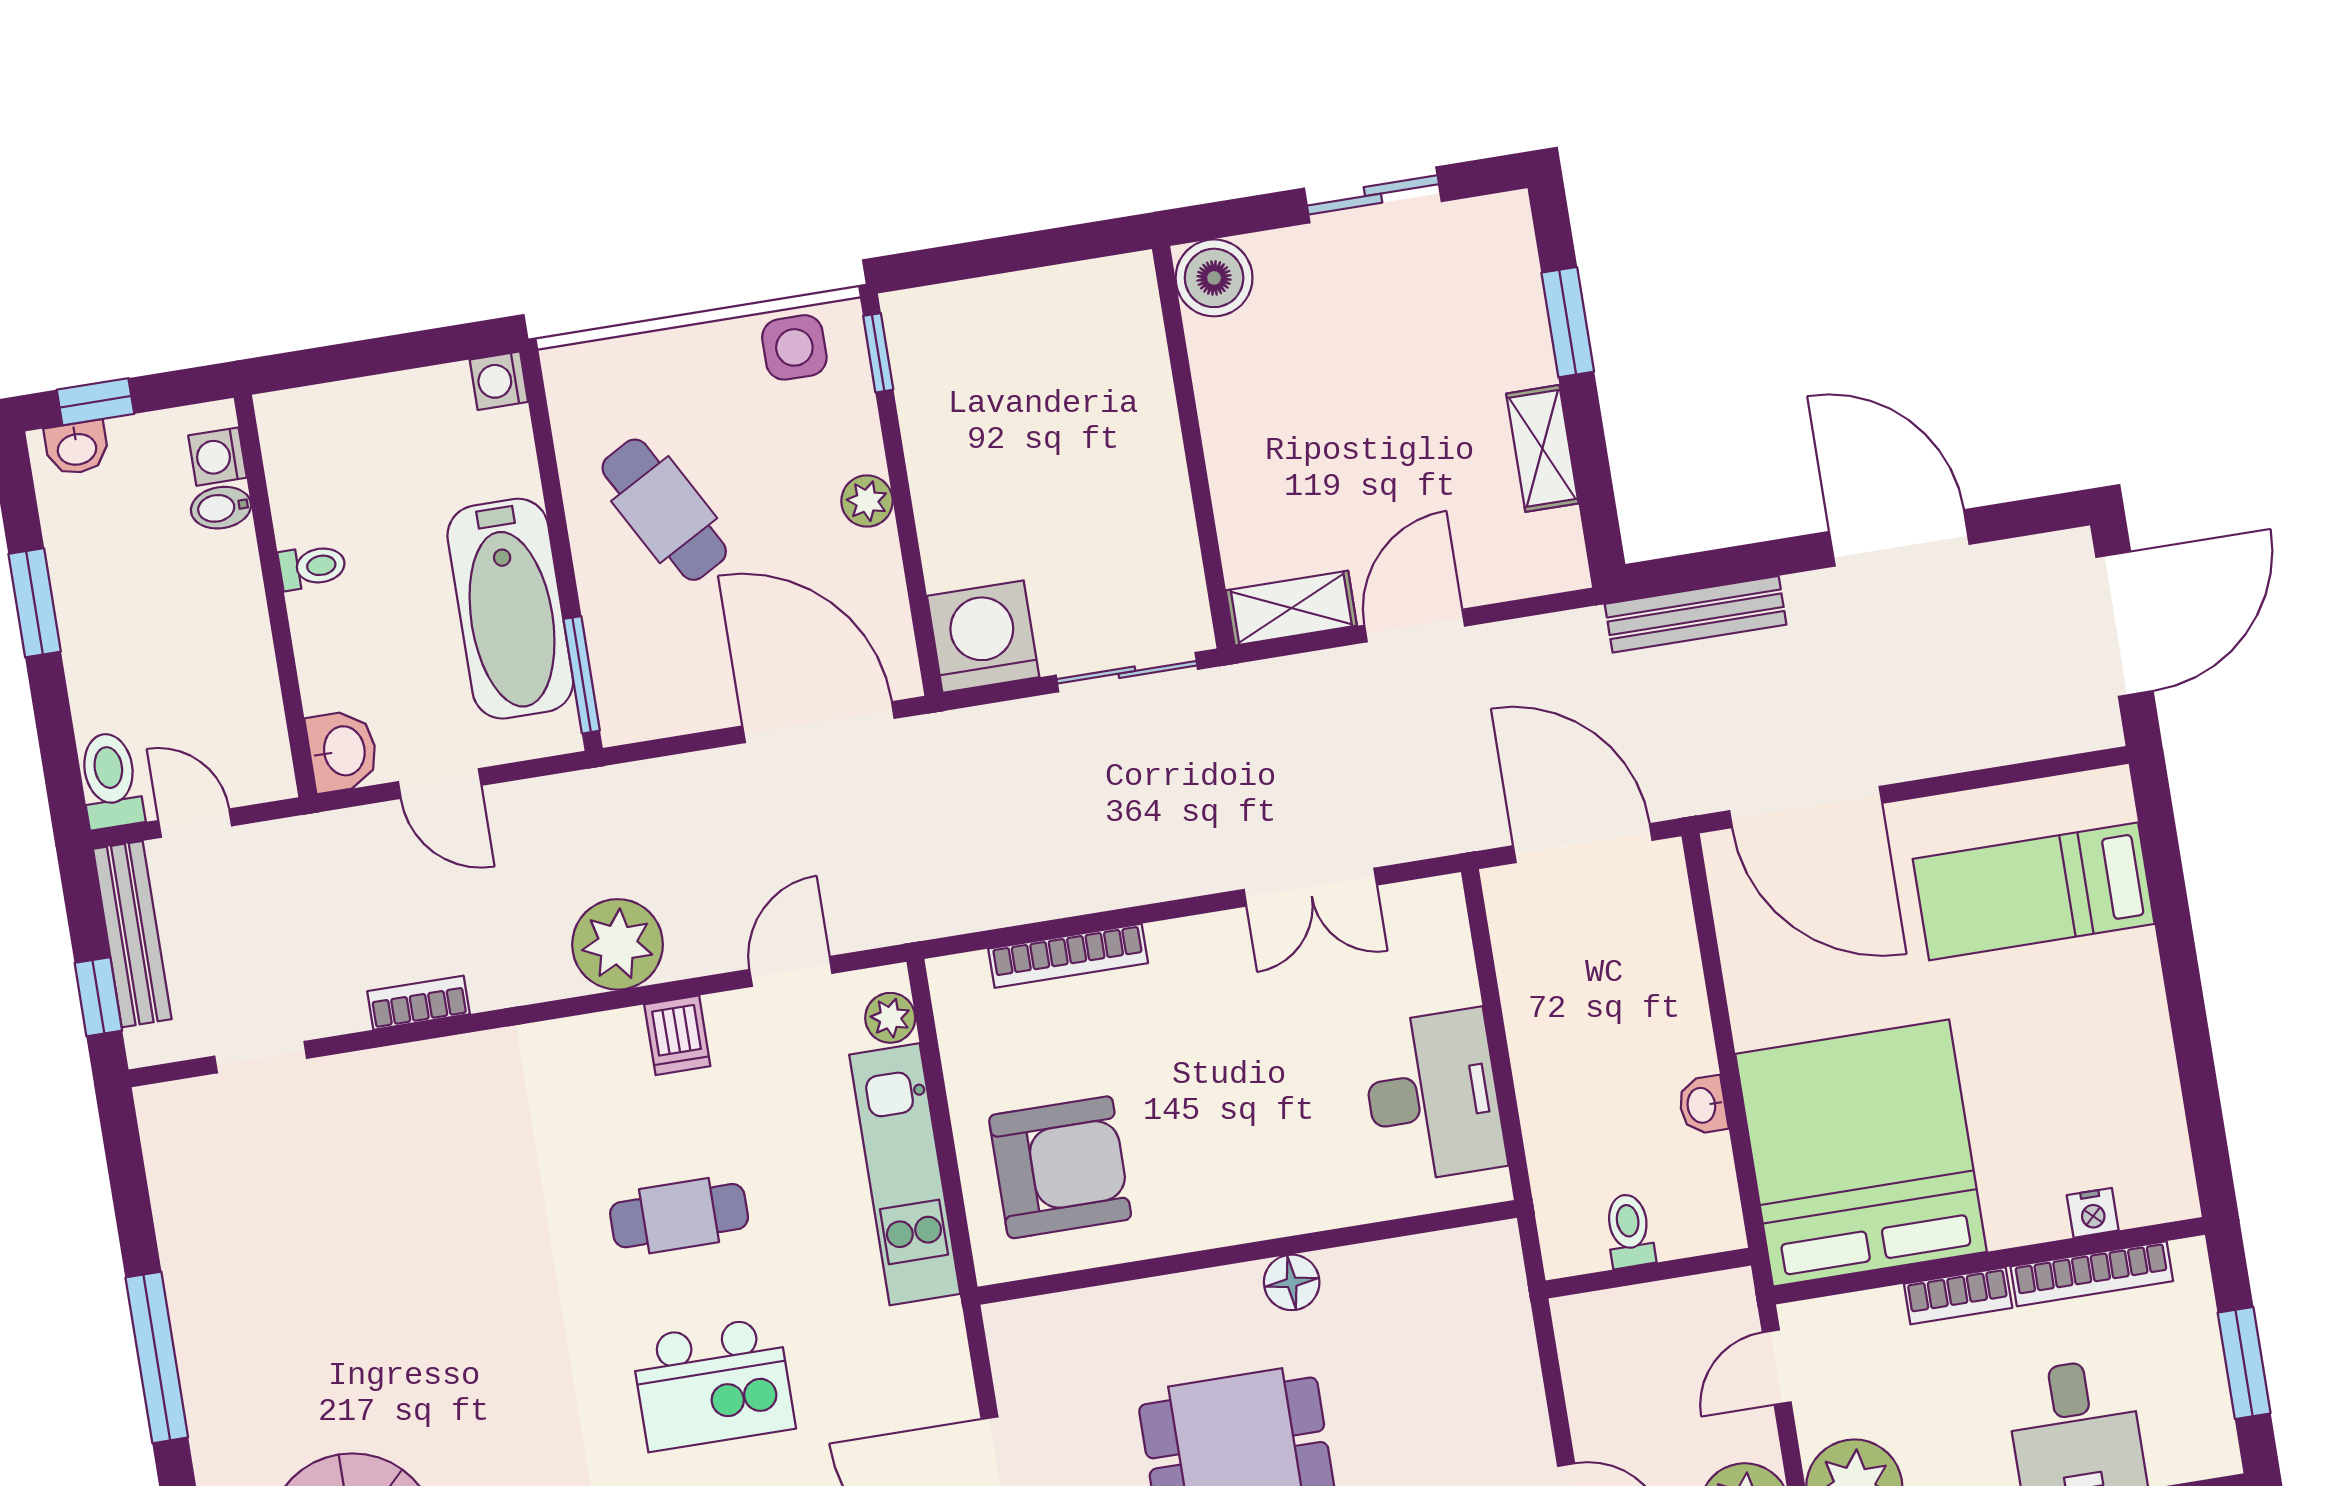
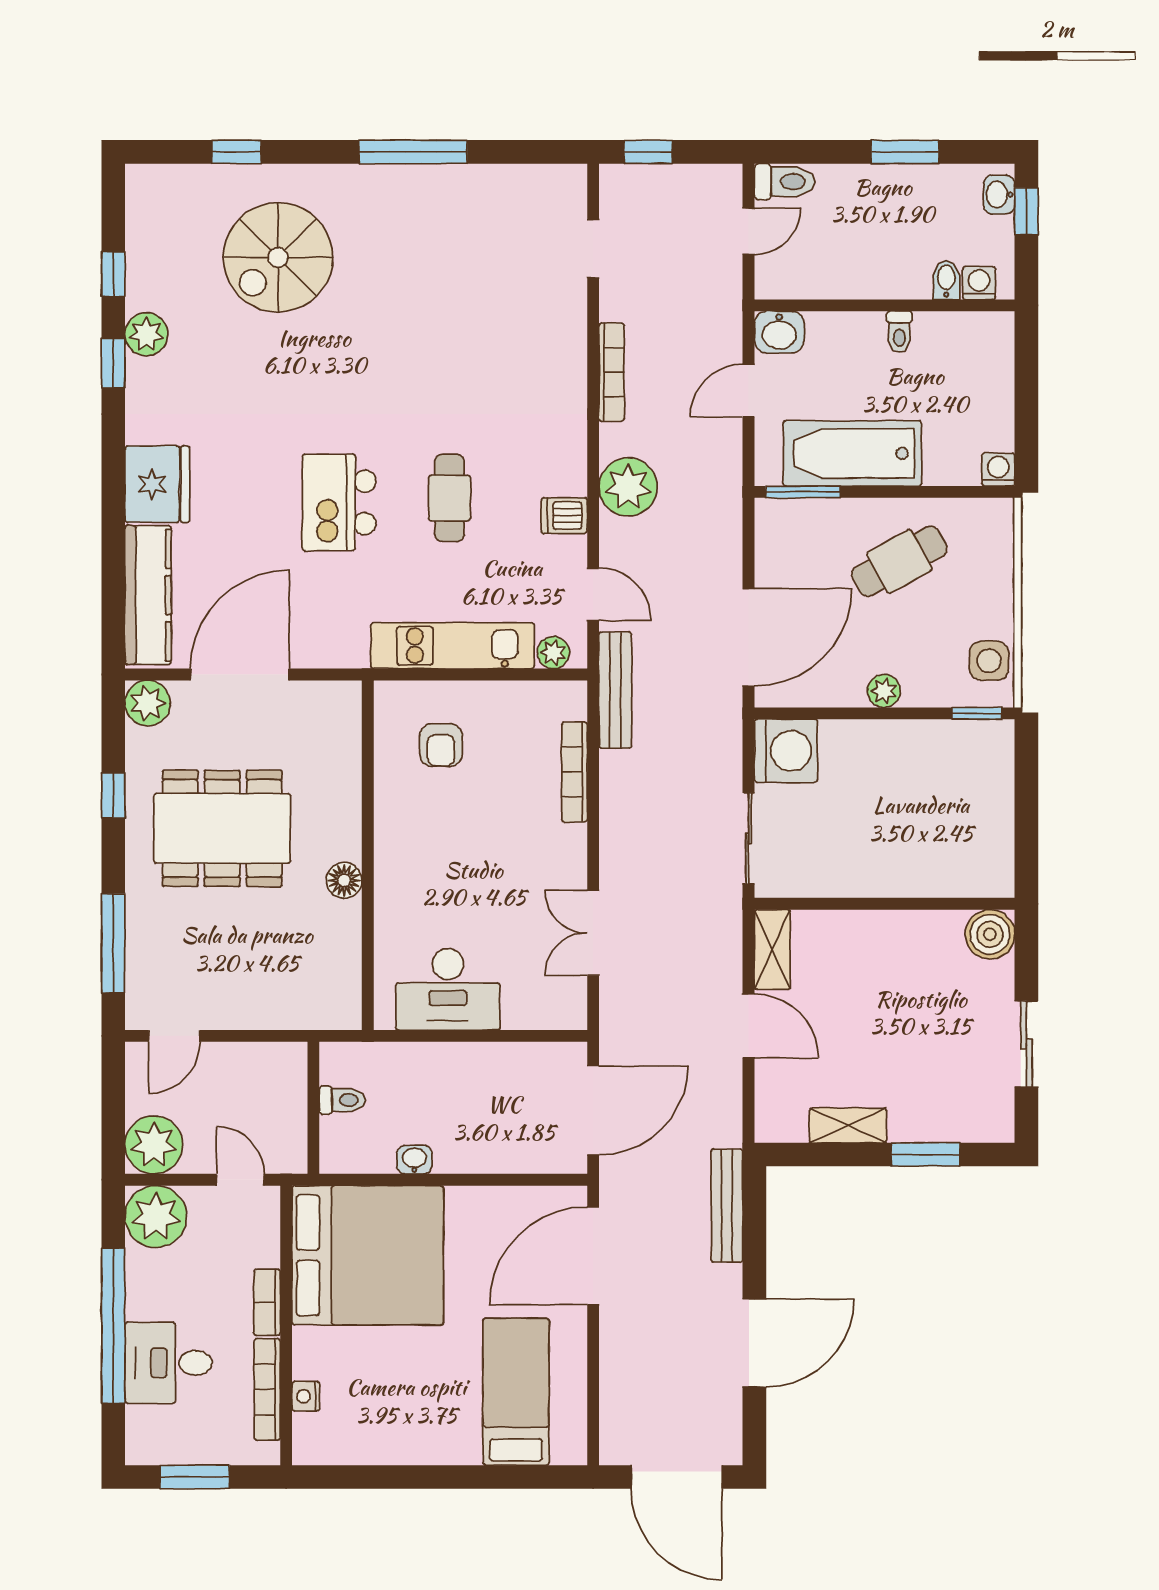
bench: (132, 934) -> (615, 690), moved, turned 90
bookcase: (418, 1003) -> (612, 372), width x1.56
armchair: (1060, 1167) -> (441, 745), width x0.53, depth x0.53

